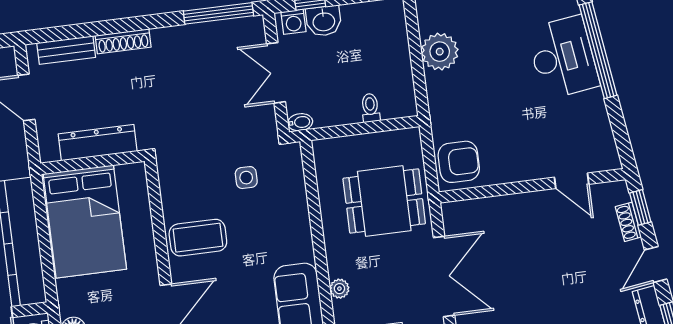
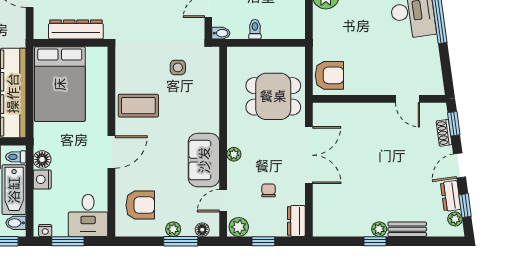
toilet: (370, 108) -> (255, 29), moved

